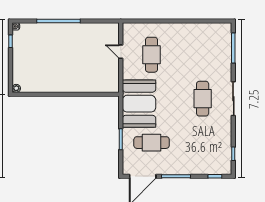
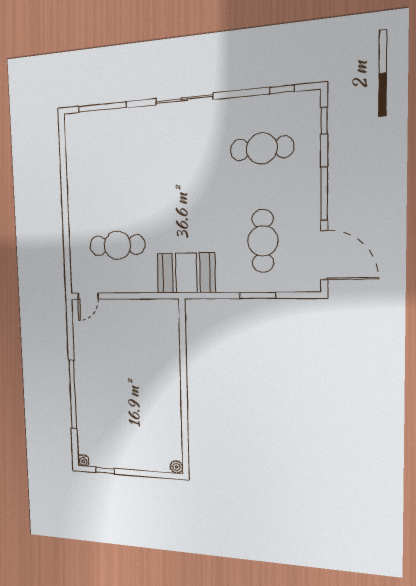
door: (121, 52) -> (88, 296), moved
cafe table: (203, 99) -> (262, 148), moved
booth: (139, 104) -> (186, 273), width x0.73, depth x0.70

